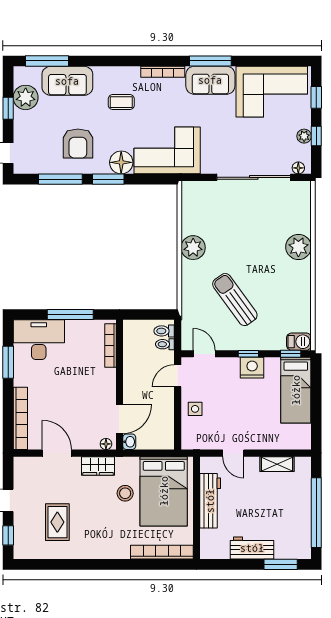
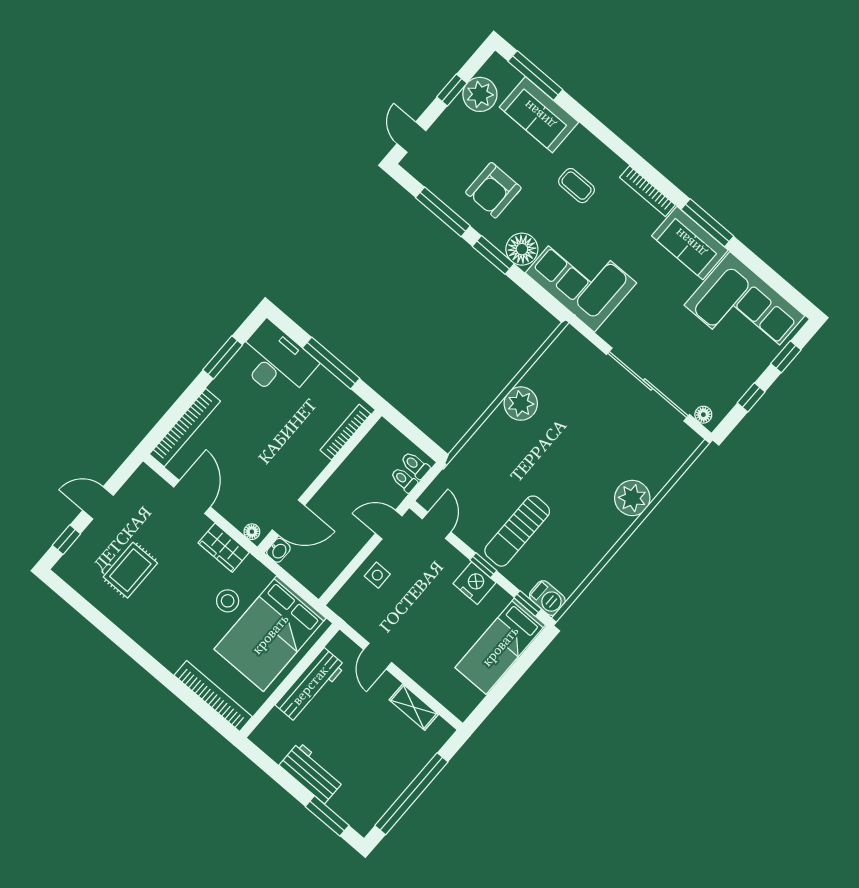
plant: (304, 136) -> (738, 386), removed
sun lounger: (235, 300) -> (517, 531), moved, turned -144

